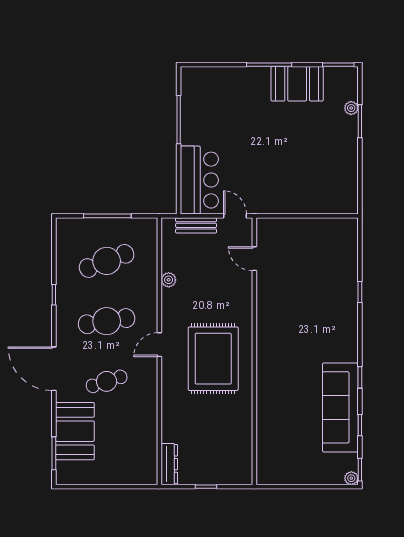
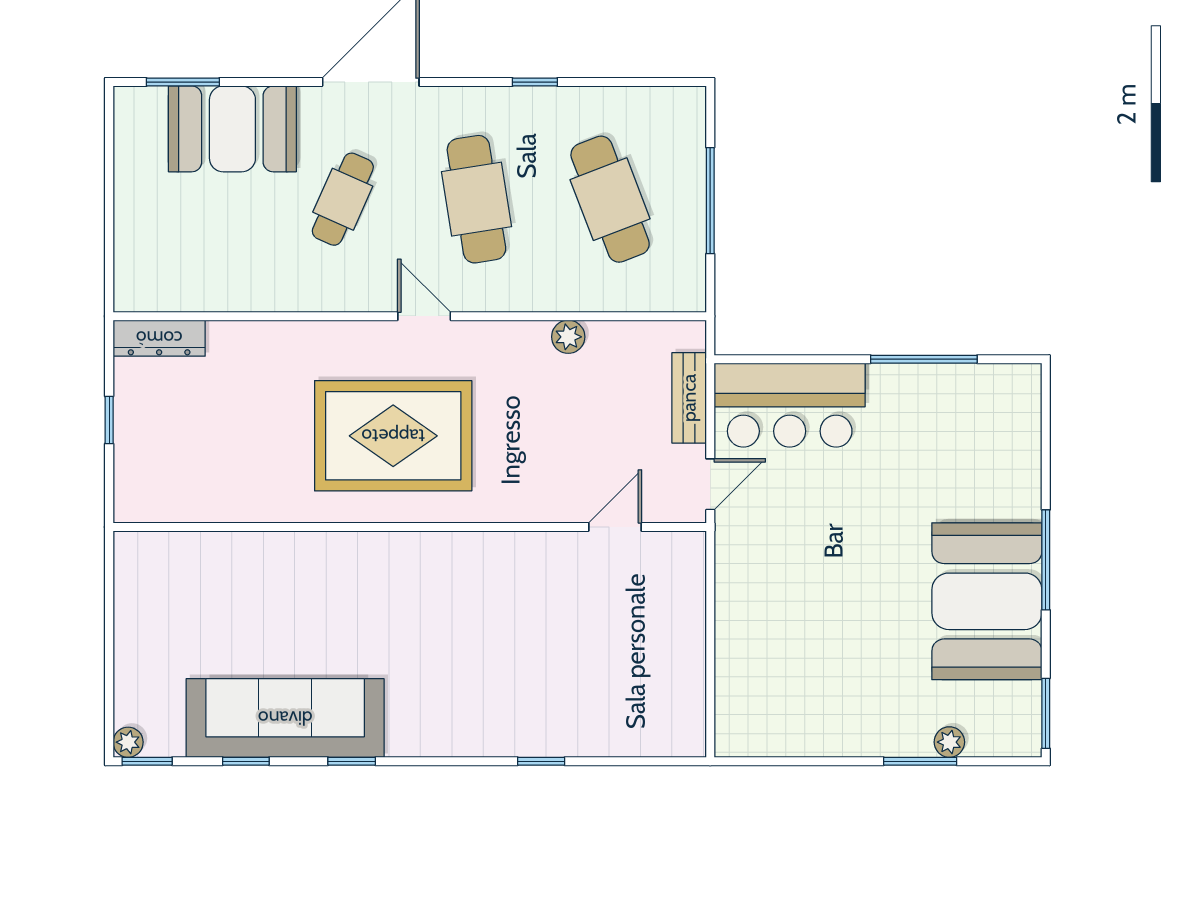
booth: (297, 84) -> (987, 601), width x1.36, depth x1.42
cafe table: (107, 381) -> (343, 199), turned 42

